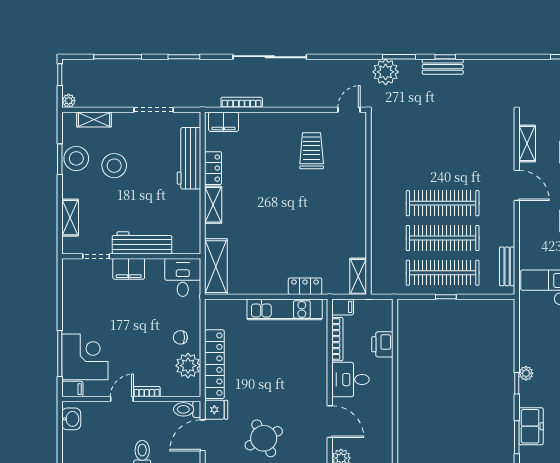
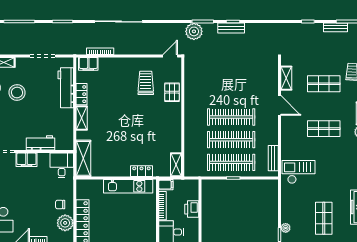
pallet: (352, 165) -> (172, 92), added
workbench: (142, 243) -> (40, 143), width x0.73

